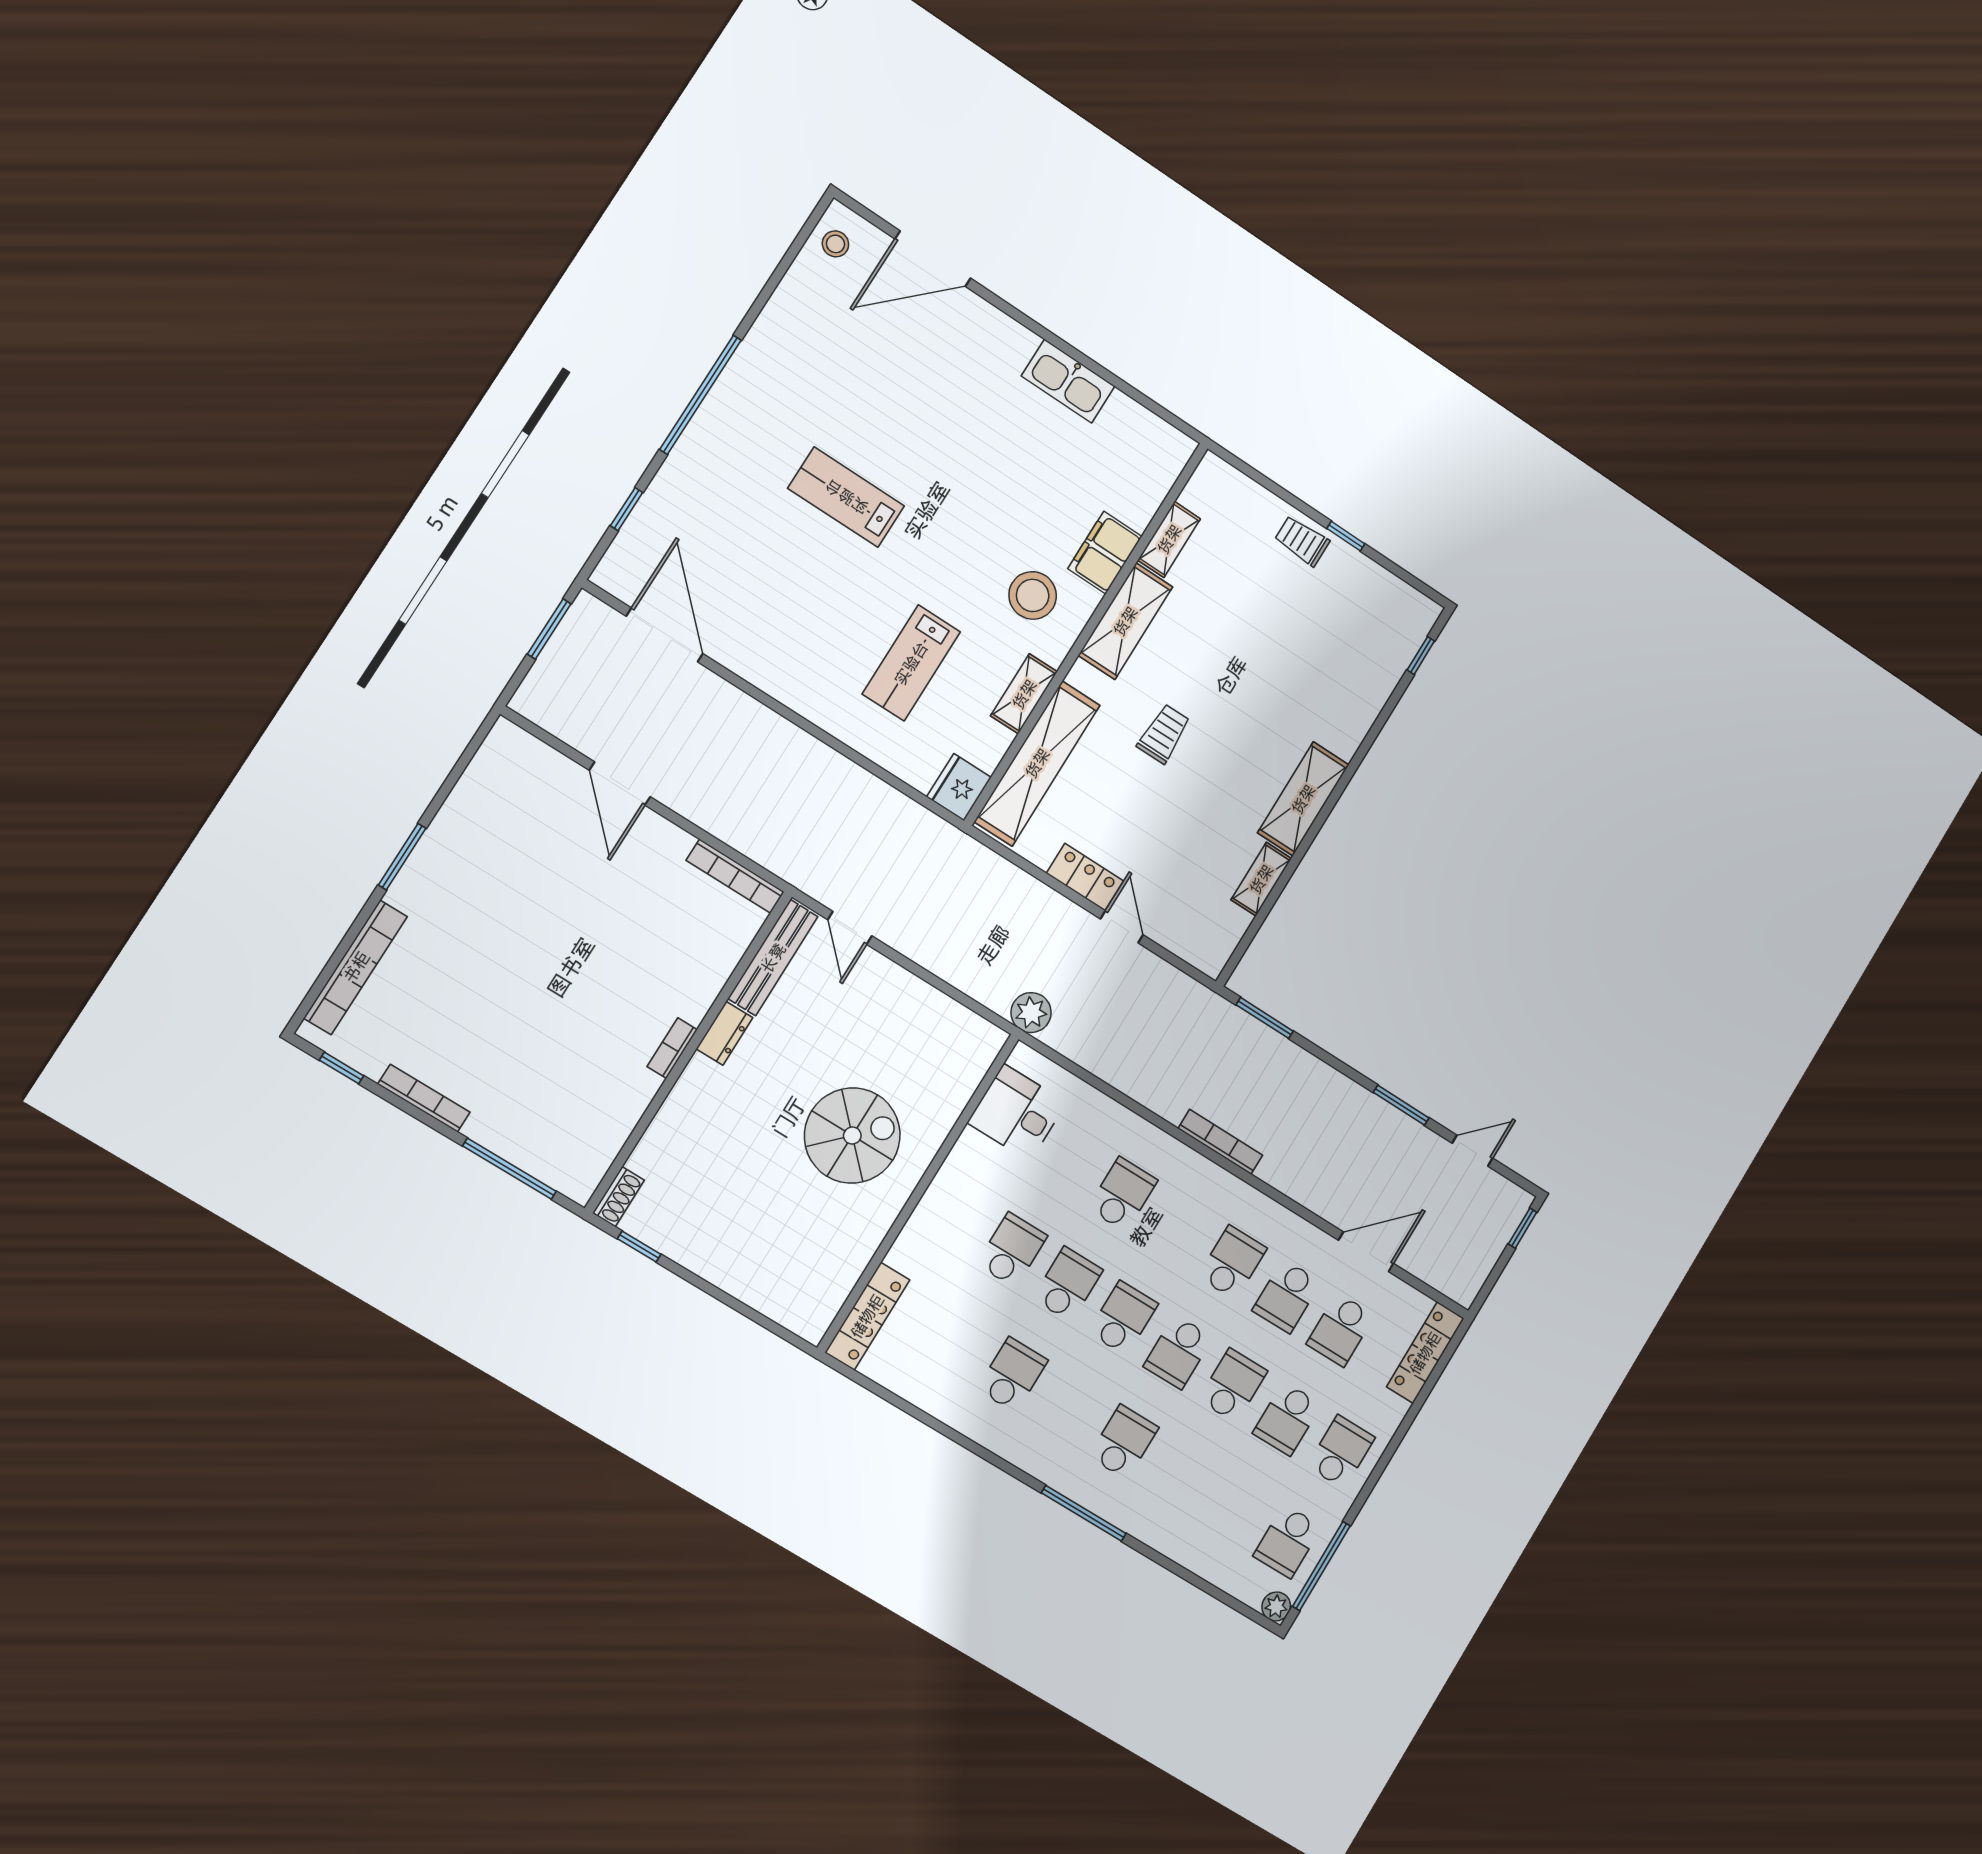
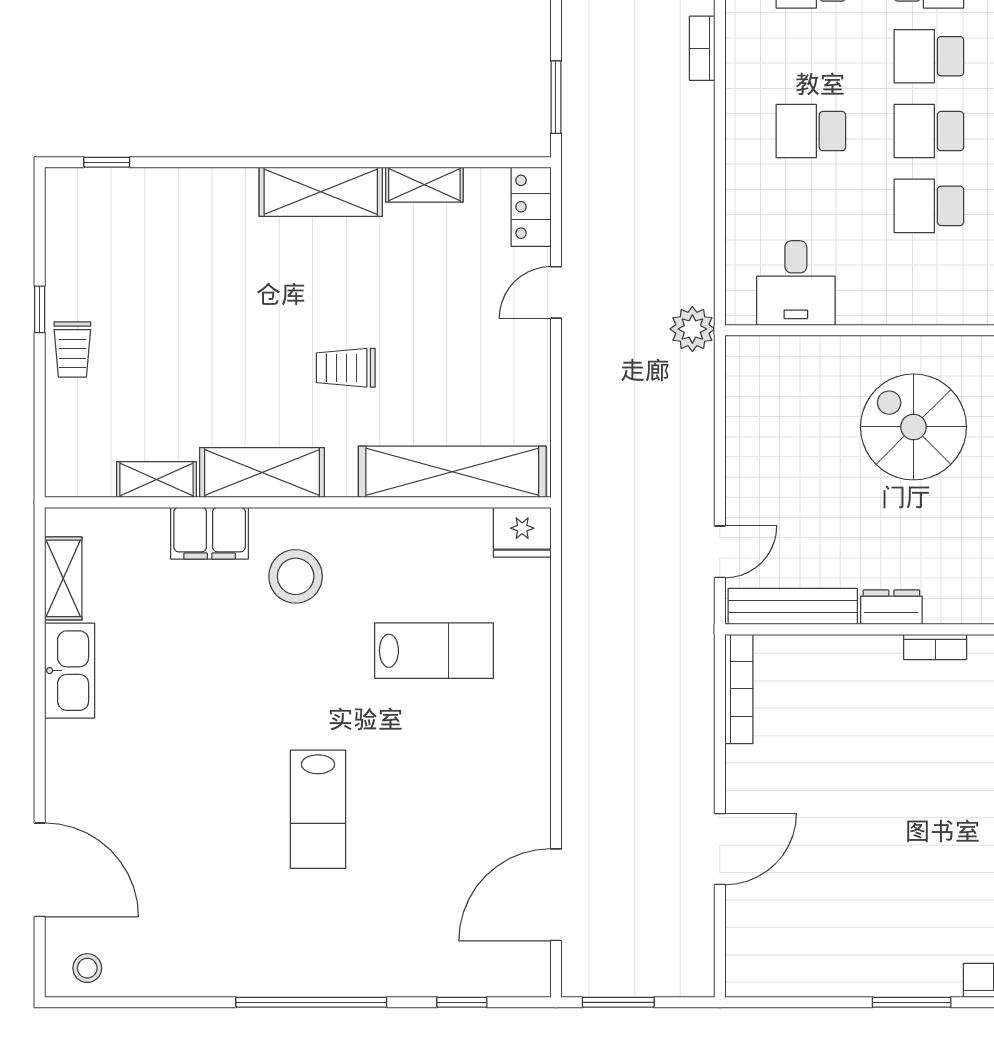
shelving: (1024, 694) -> (63, 578), moved, turned 90
locker: (1085, 877) -> (531, 207), moved
bookcase: (1220, 1142) -> (702, 48), width x0.64

